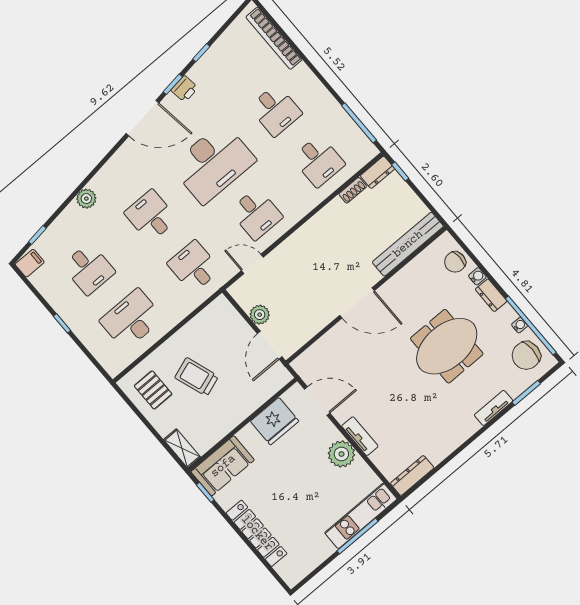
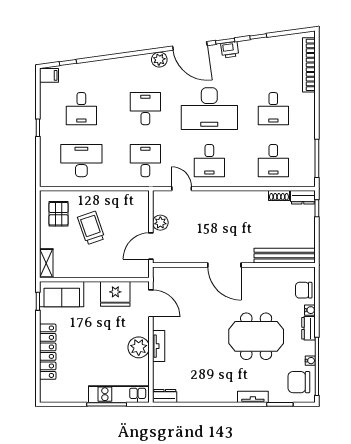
plant: (86, 199) -> (159, 60), moved
dresser: (412, 476) -> (165, 396), width x0.70

